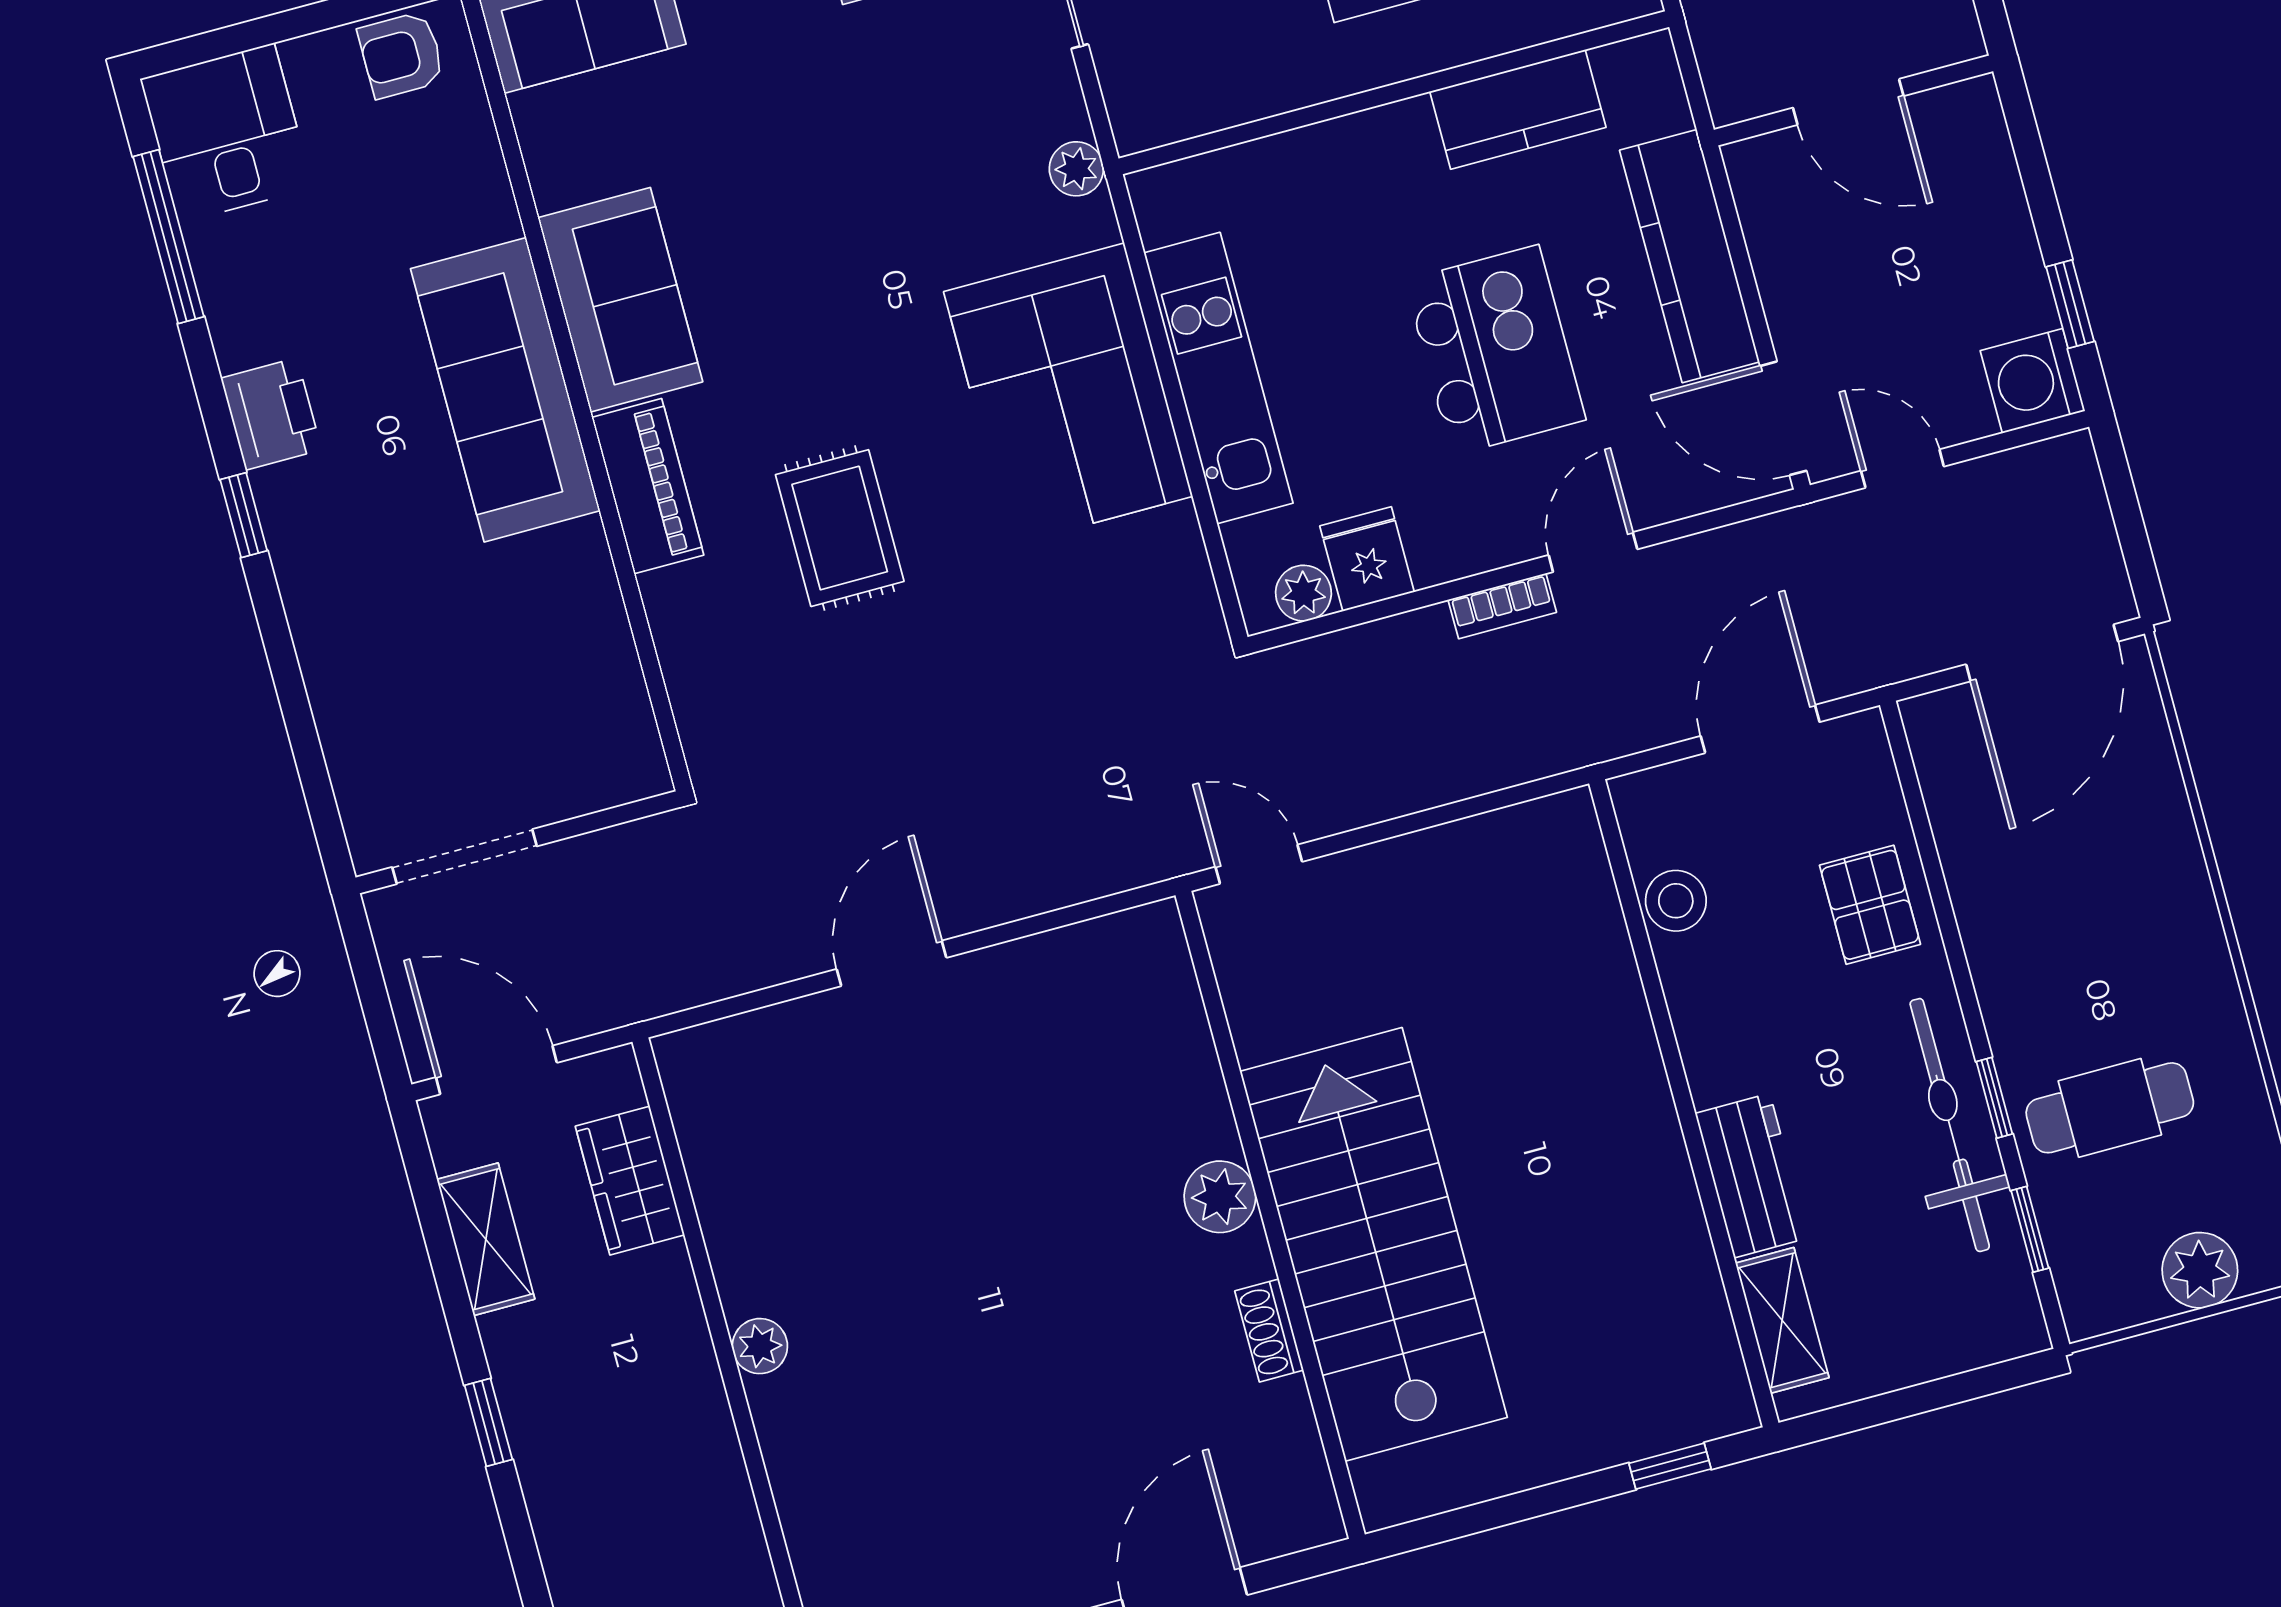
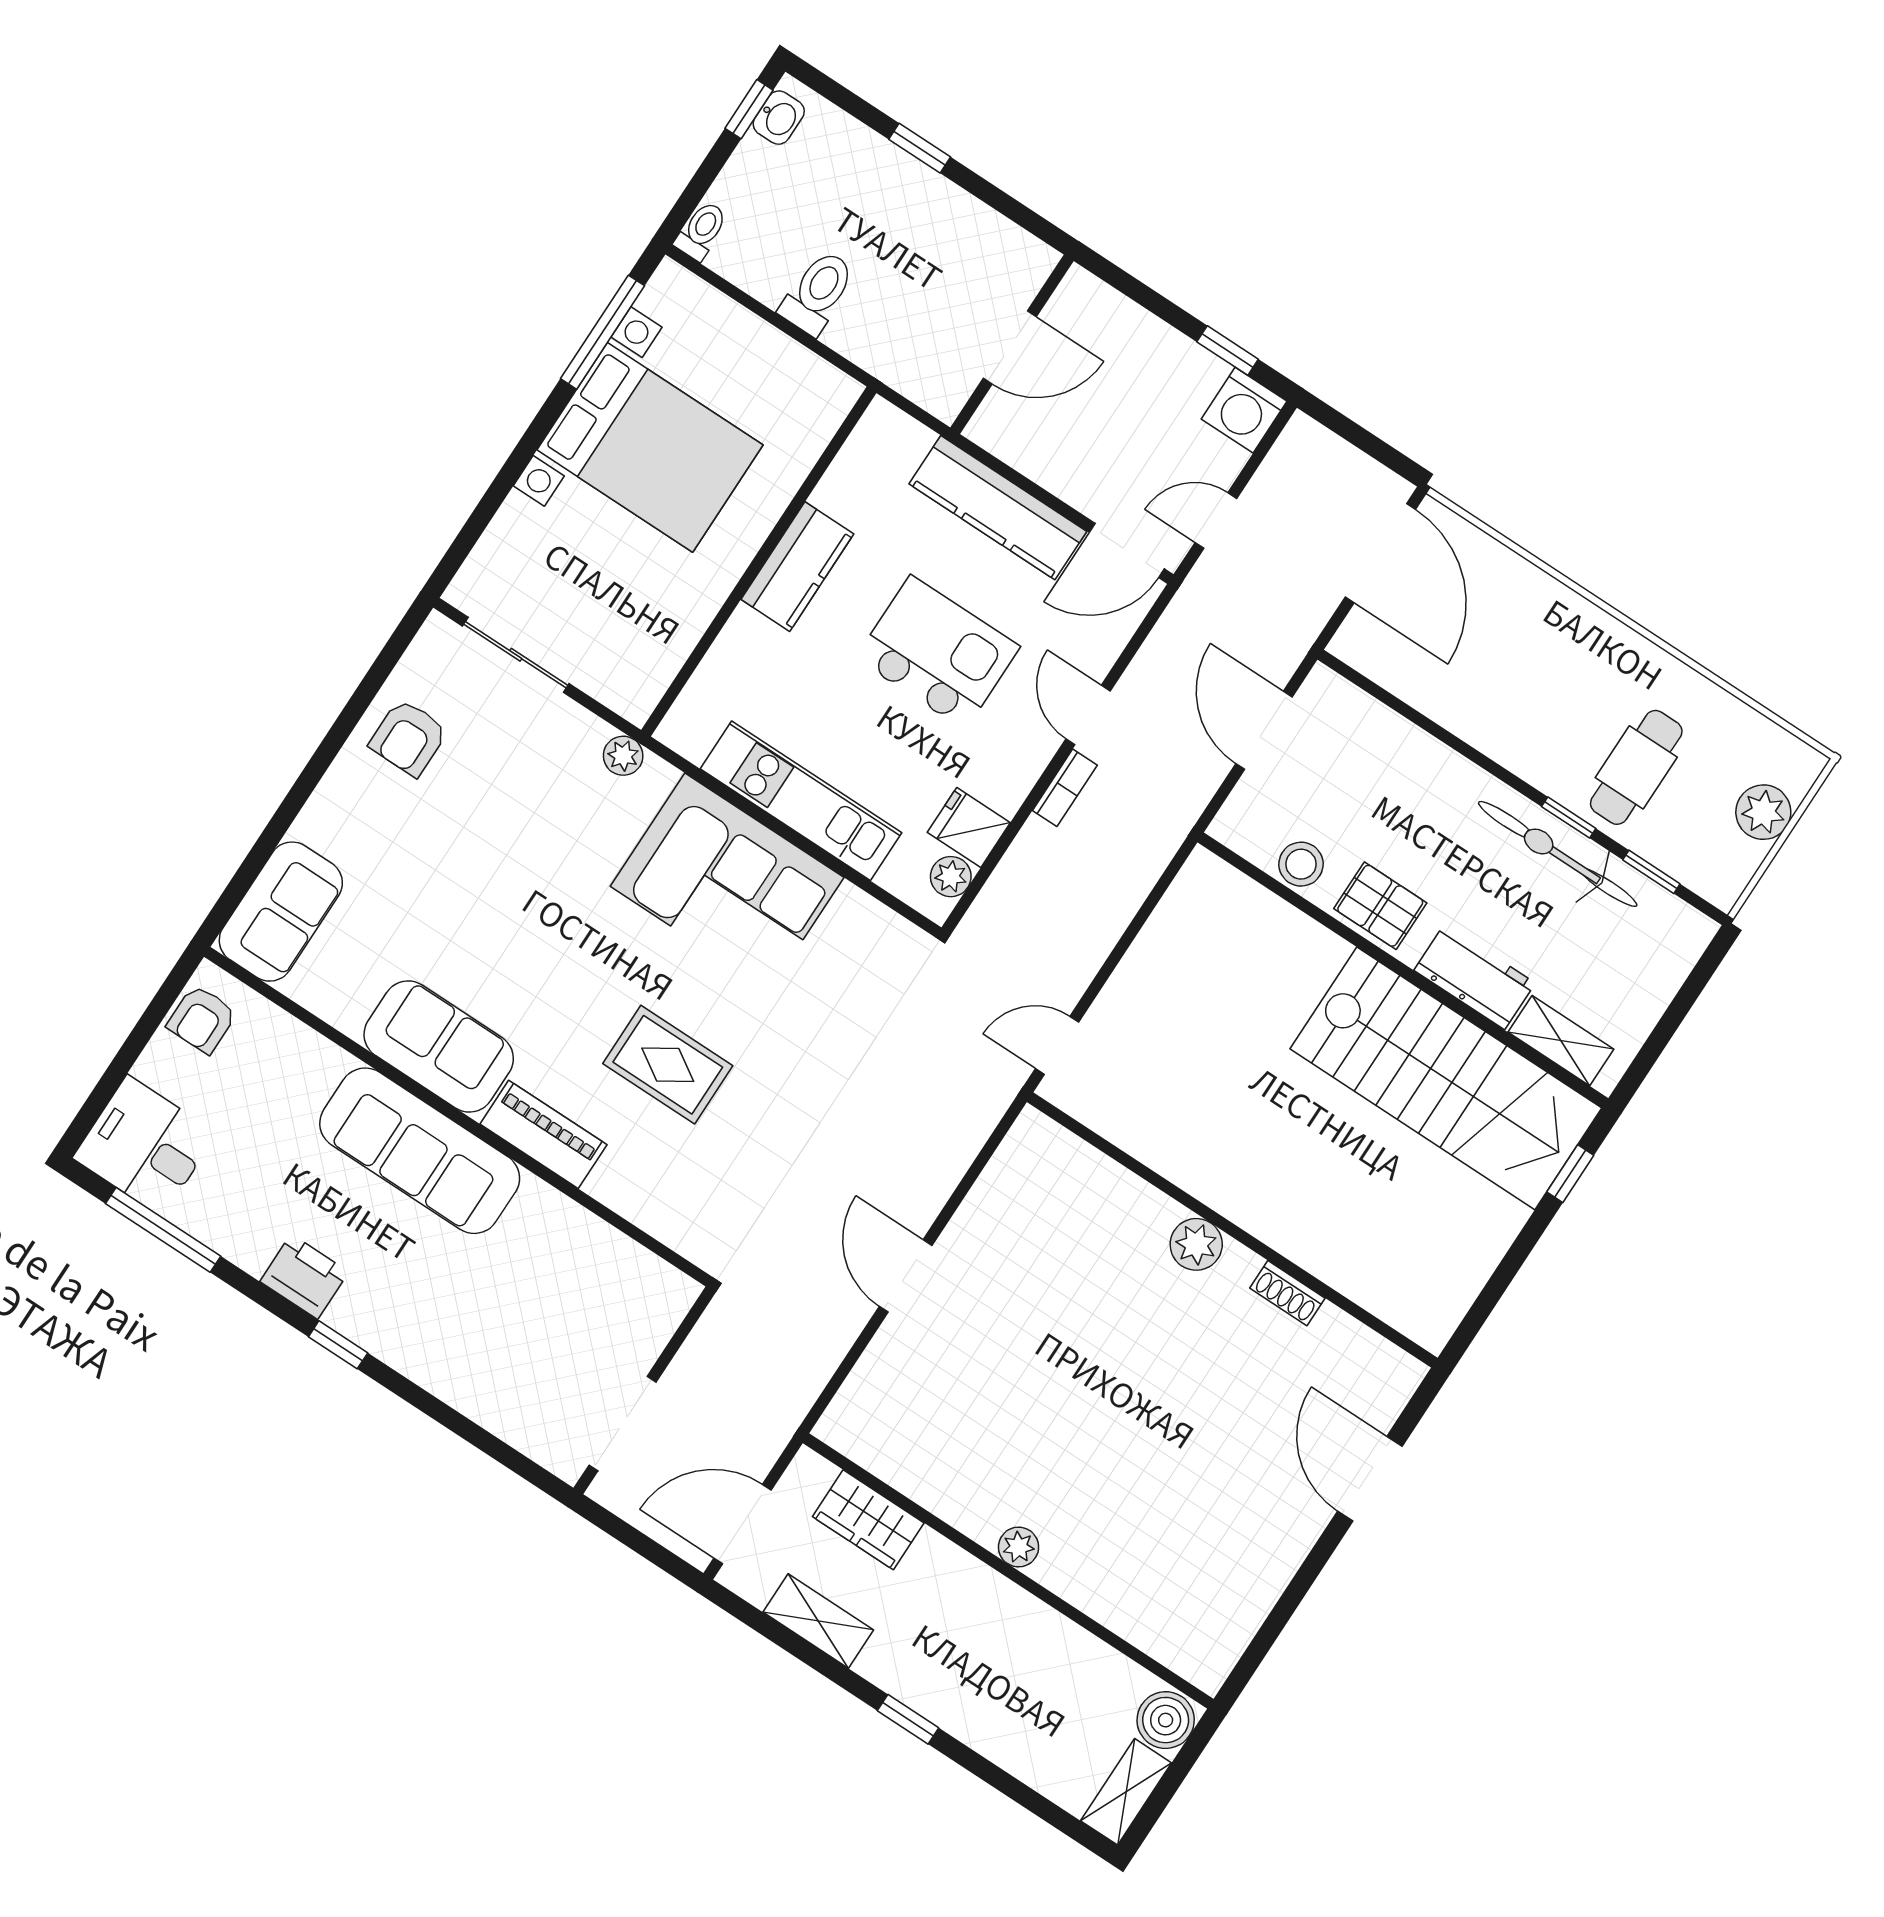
kitchen counter: (1518, 109) -> (797, 567), moved
pallet: (1870, 905) -> (1380, 906), moved
stairs: (1374, 1244) -> (1446, 1078), moved, turned 180

